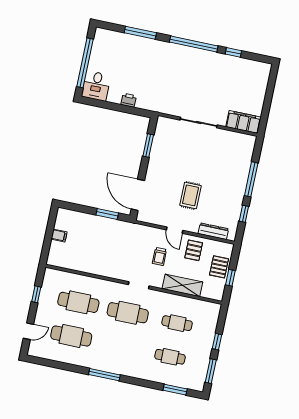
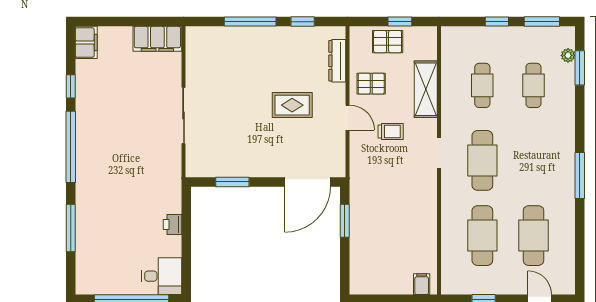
filing cabinet: (260, 69) -> (86, 42), added
filing cabinet: (243, 122) -> (157, 39), moved, turned -90
door: (175, 230) -> (348, 118), hinge flipped
filing cabinet: (59, 236) -> (422, 284), moved
plant: (185, 384) -> (568, 55), added

